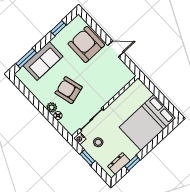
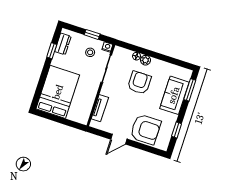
tv unit: (117, 87) -> (100, 108), added
armchair: (69, 90) -> (139, 83), turned -75

